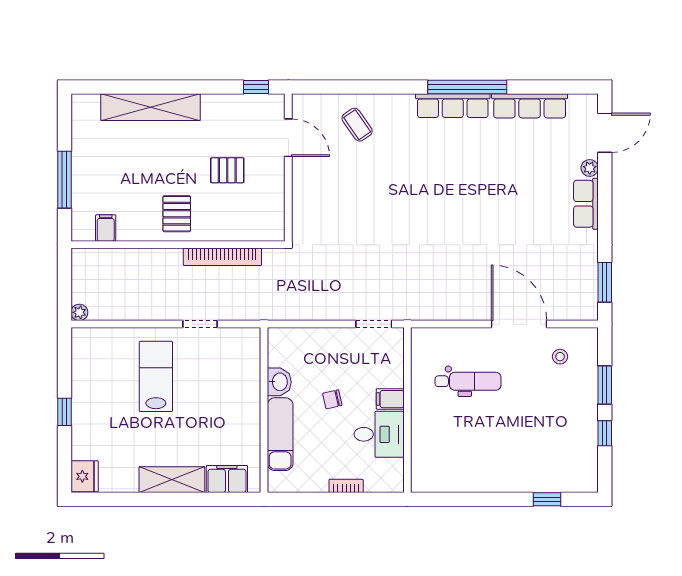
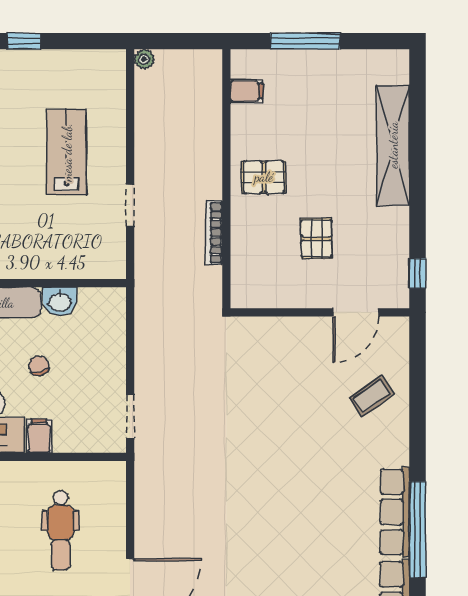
bookcase: (222, 257) -> (214, 233), width x0.68, depth x0.76
lab bench: (156, 376) -> (67, 152), turned -90

